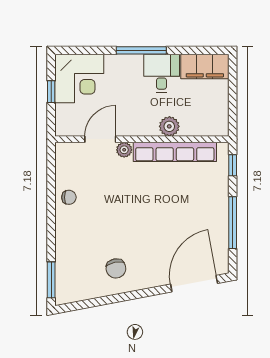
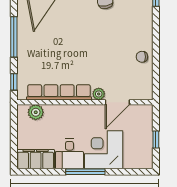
corner desk: (79, 78) -> (104, 150), moved
plant: (169, 126) -> (36, 112), moved

